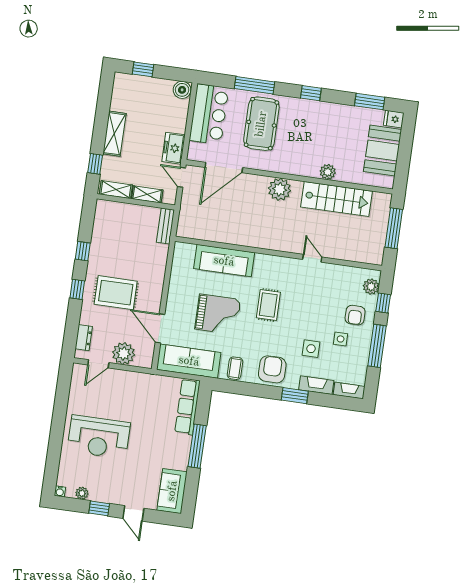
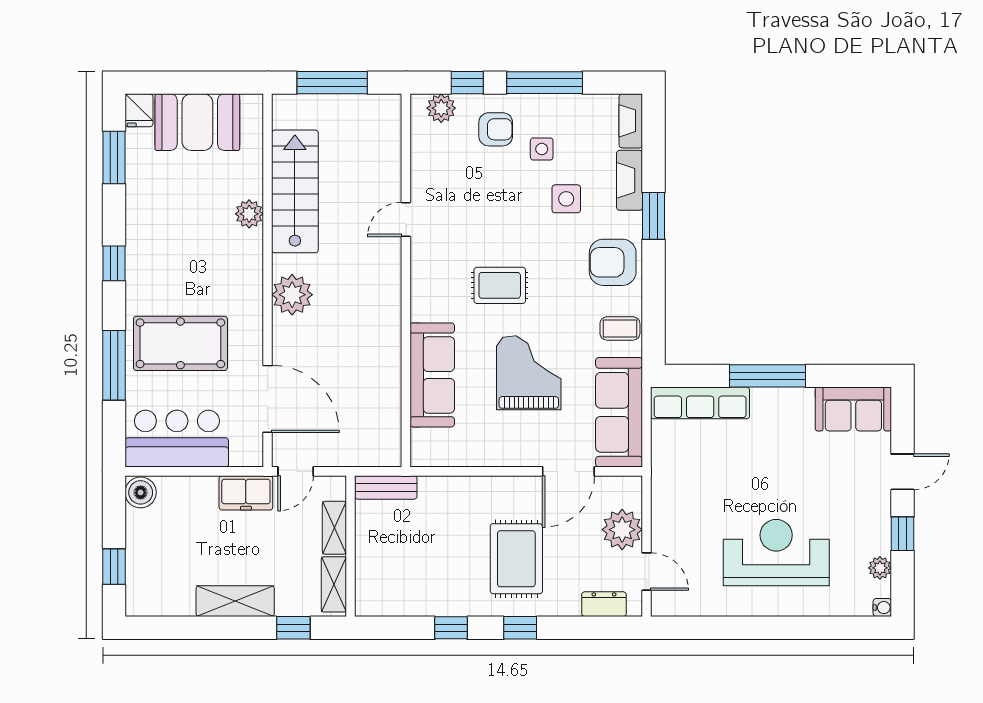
reception desk: (99, 437) -> (776, 553), turned -90

